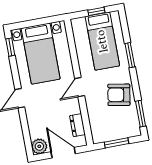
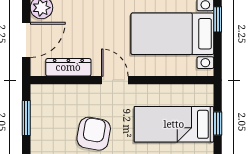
window: (25, 24) -> (218, 19), added
dresser: (77, 125) -> (68, 67), width x1.44

